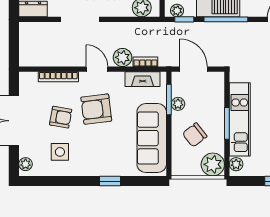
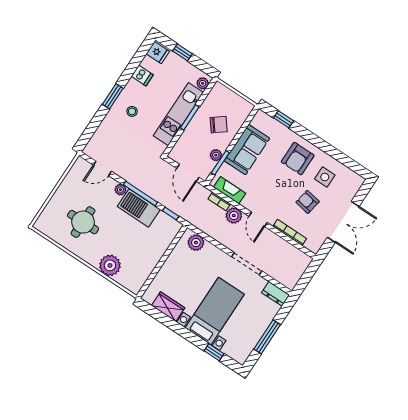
plant: (177, 11) -> (120, 190), moved
armchair: (96, 109) -> (298, 159), moved, turned 97
sofa: (152, 138) -> (247, 150), width x0.73
plant: (26, 164) -> (356, 185), removed
plant: (213, 164) -> (220, 94), removed
window: (110, 181) -> (284, 119), moved

